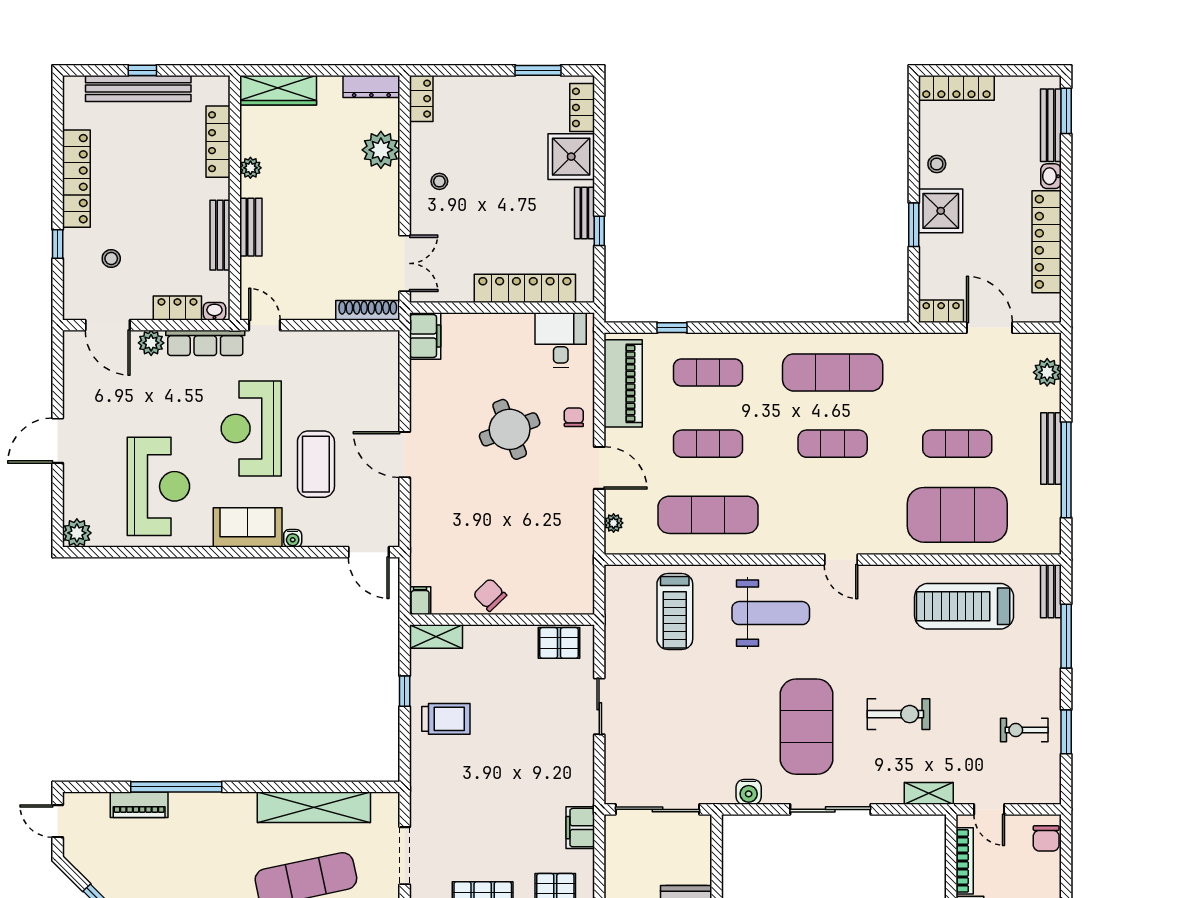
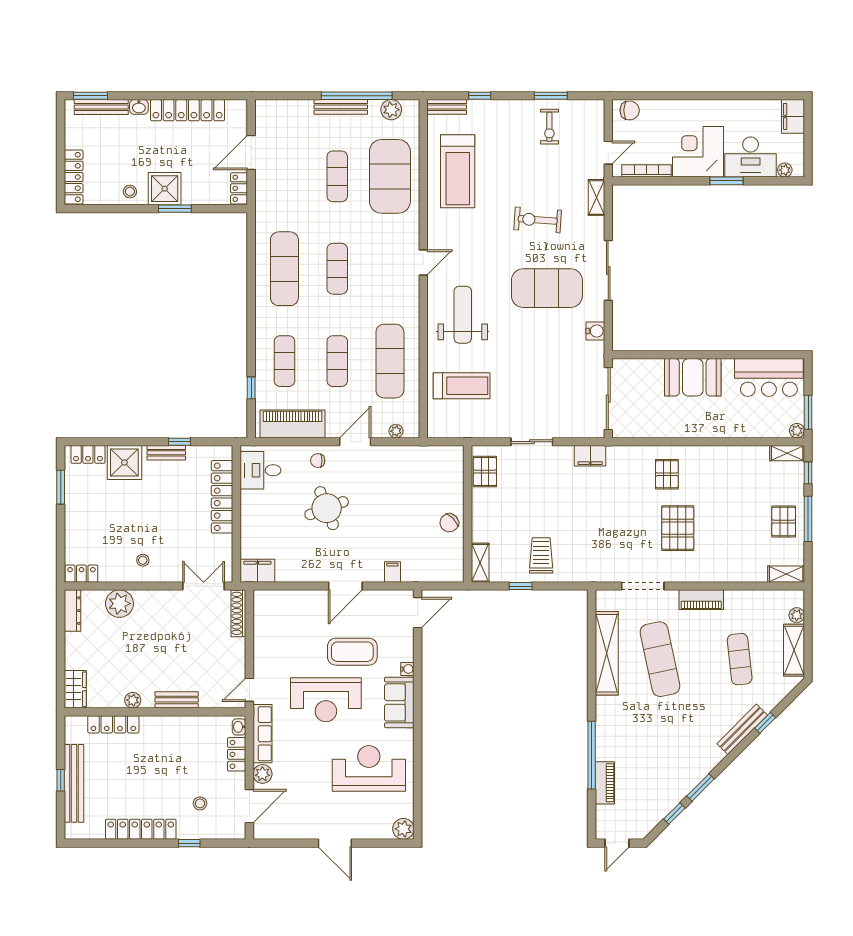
wardrobe: (278, 90) -> (75, 689), width x0.67
bench: (220, 235) -> (183, 723), removed
plant: (1047, 372) -> (391, 110), moved
filing cabinet: (420, 601) -> (392, 572), moved, turned 90
window: (1066, 636) -> (480, 96), width x0.46
exercise bike: (899, 714) -> (538, 220), turned -86
filing cabinet: (580, 828) -> (590, 456), moved

